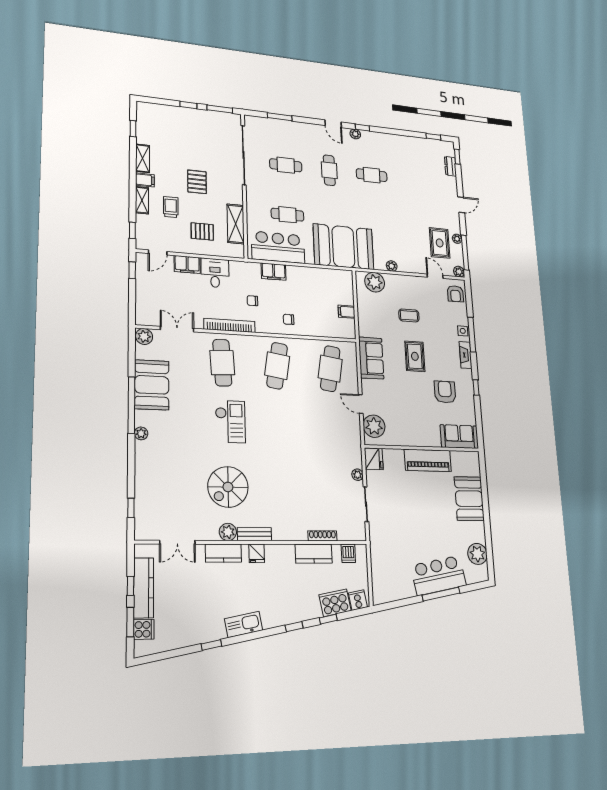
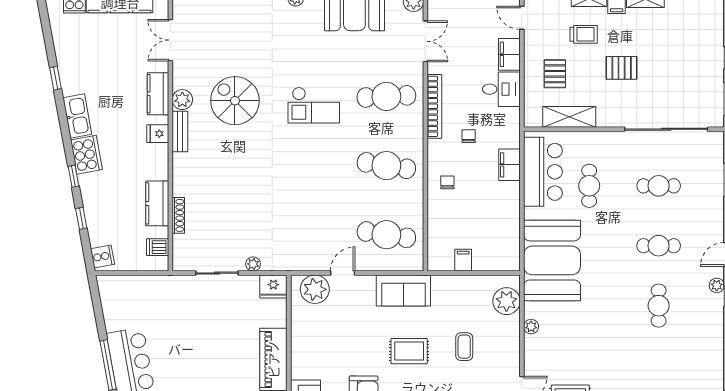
cafe table: (286, 165) -> (659, 186), turned 90
cooker: (335, 603) -> (86, 155), moved

